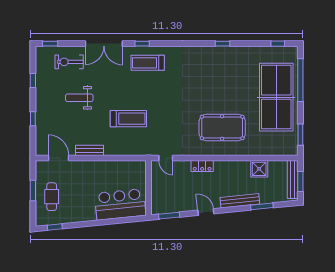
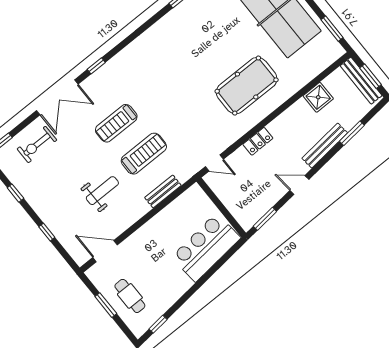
treadmill: (148, 63) -> (116, 123), moved
weight bench: (79, 98) -> (102, 191), moved, turned 180
bench: (89, 150) -> (163, 191), moved

